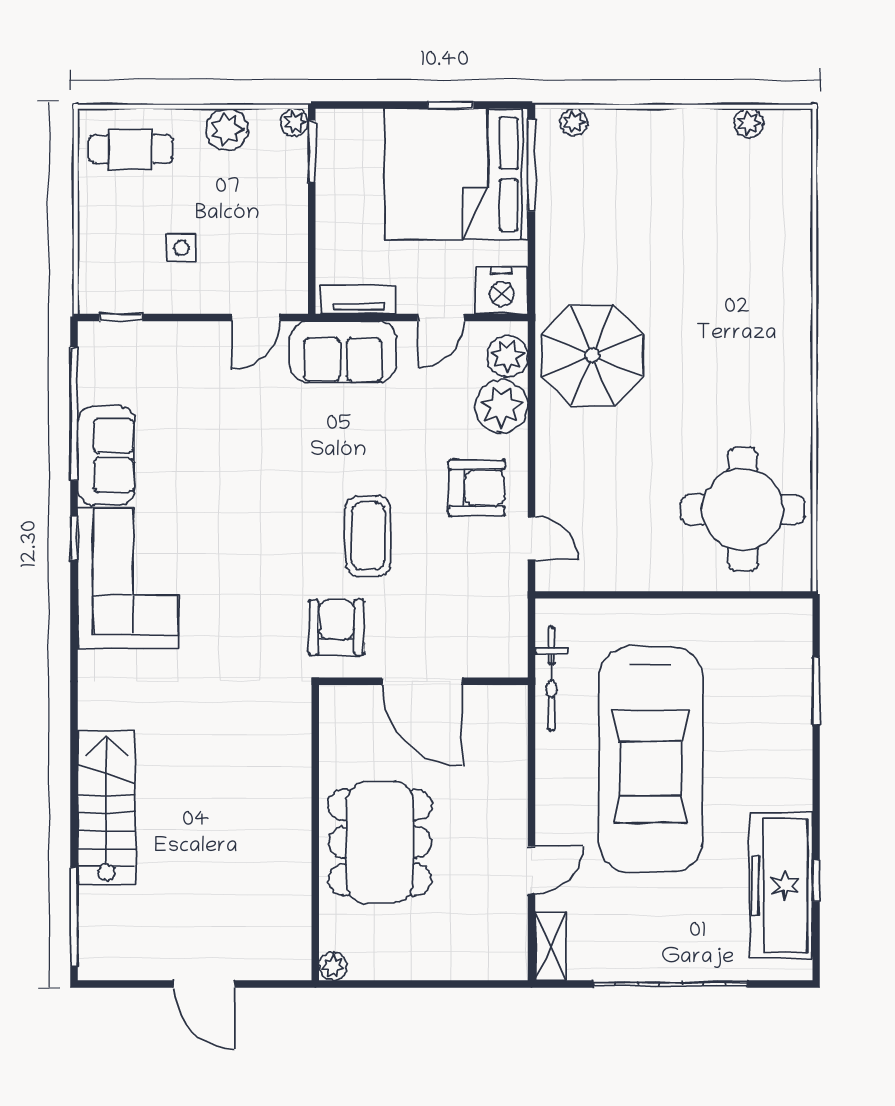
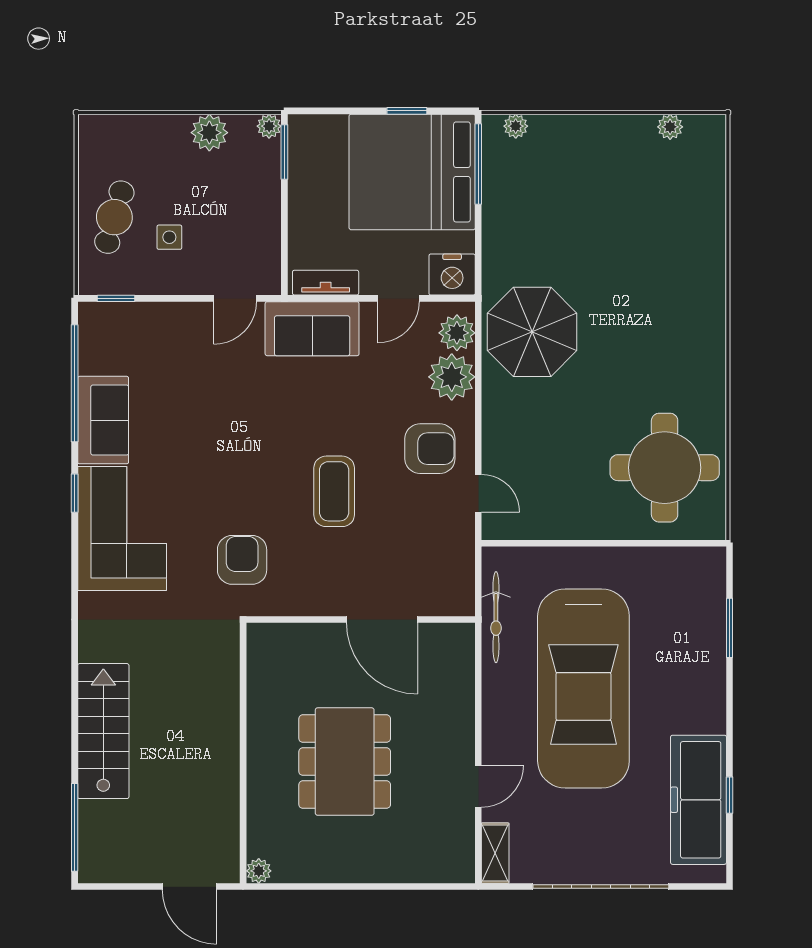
cafe table: (131, 149) -> (114, 217), moved, turned -74
armchair: (336, 627) -> (242, 560), moved
wall: (315, 833) -> (243, 753), moved
plant: (333, 966) -> (259, 871), moved

